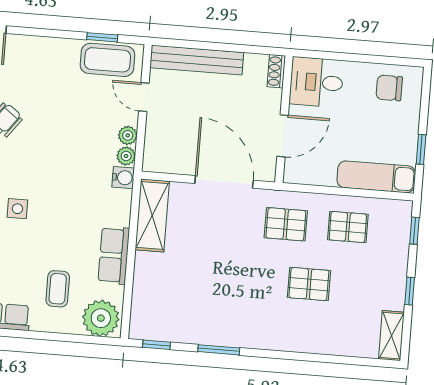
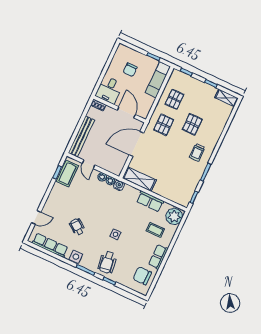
chair: (389, 88) -> (130, 70), moved
door: (144, 97) -> (89, 164), hinge flipped
trolley: (254, 316) -> (197, 152), added

